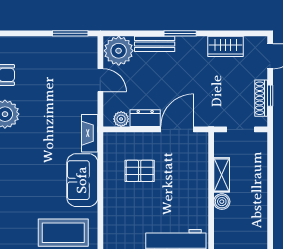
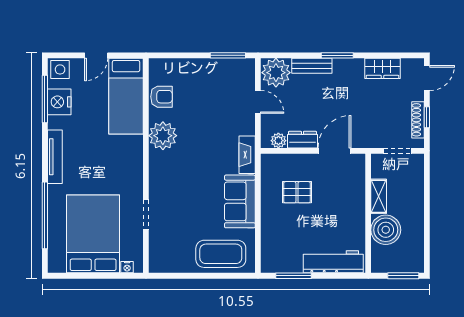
boiler: (222, 202) -> (386, 230), width x1.86, depth x1.86

